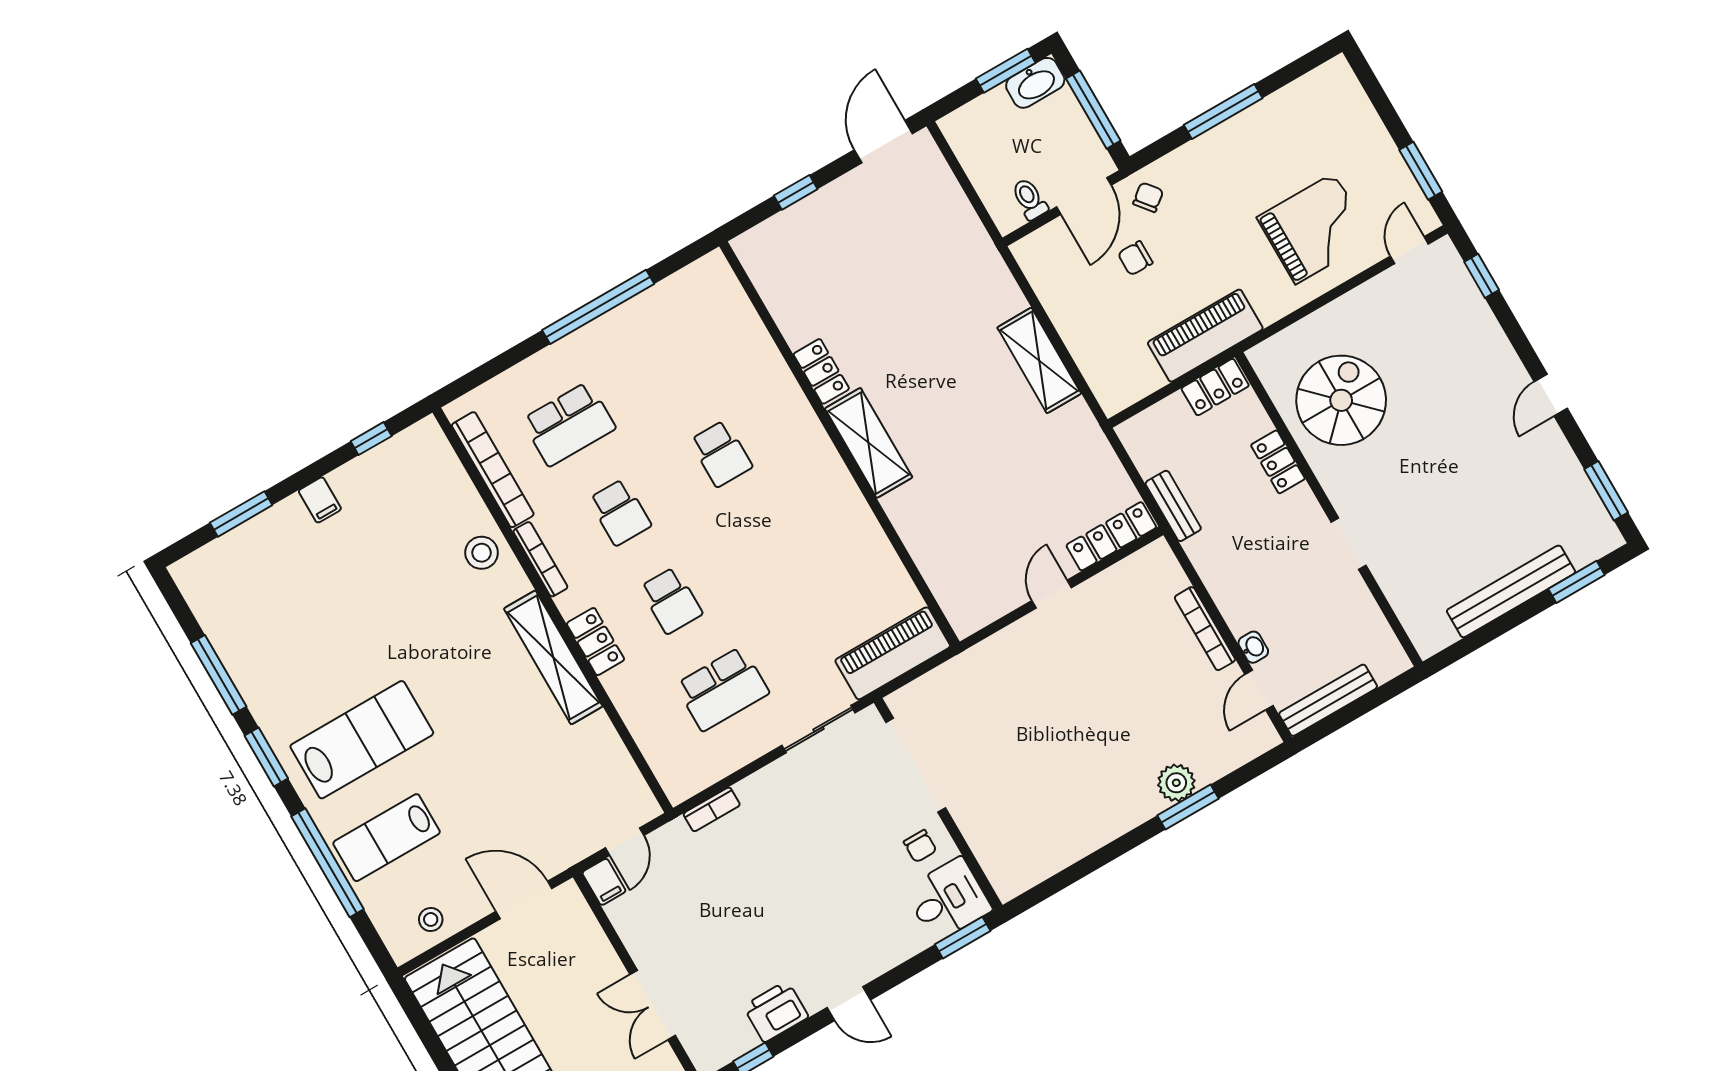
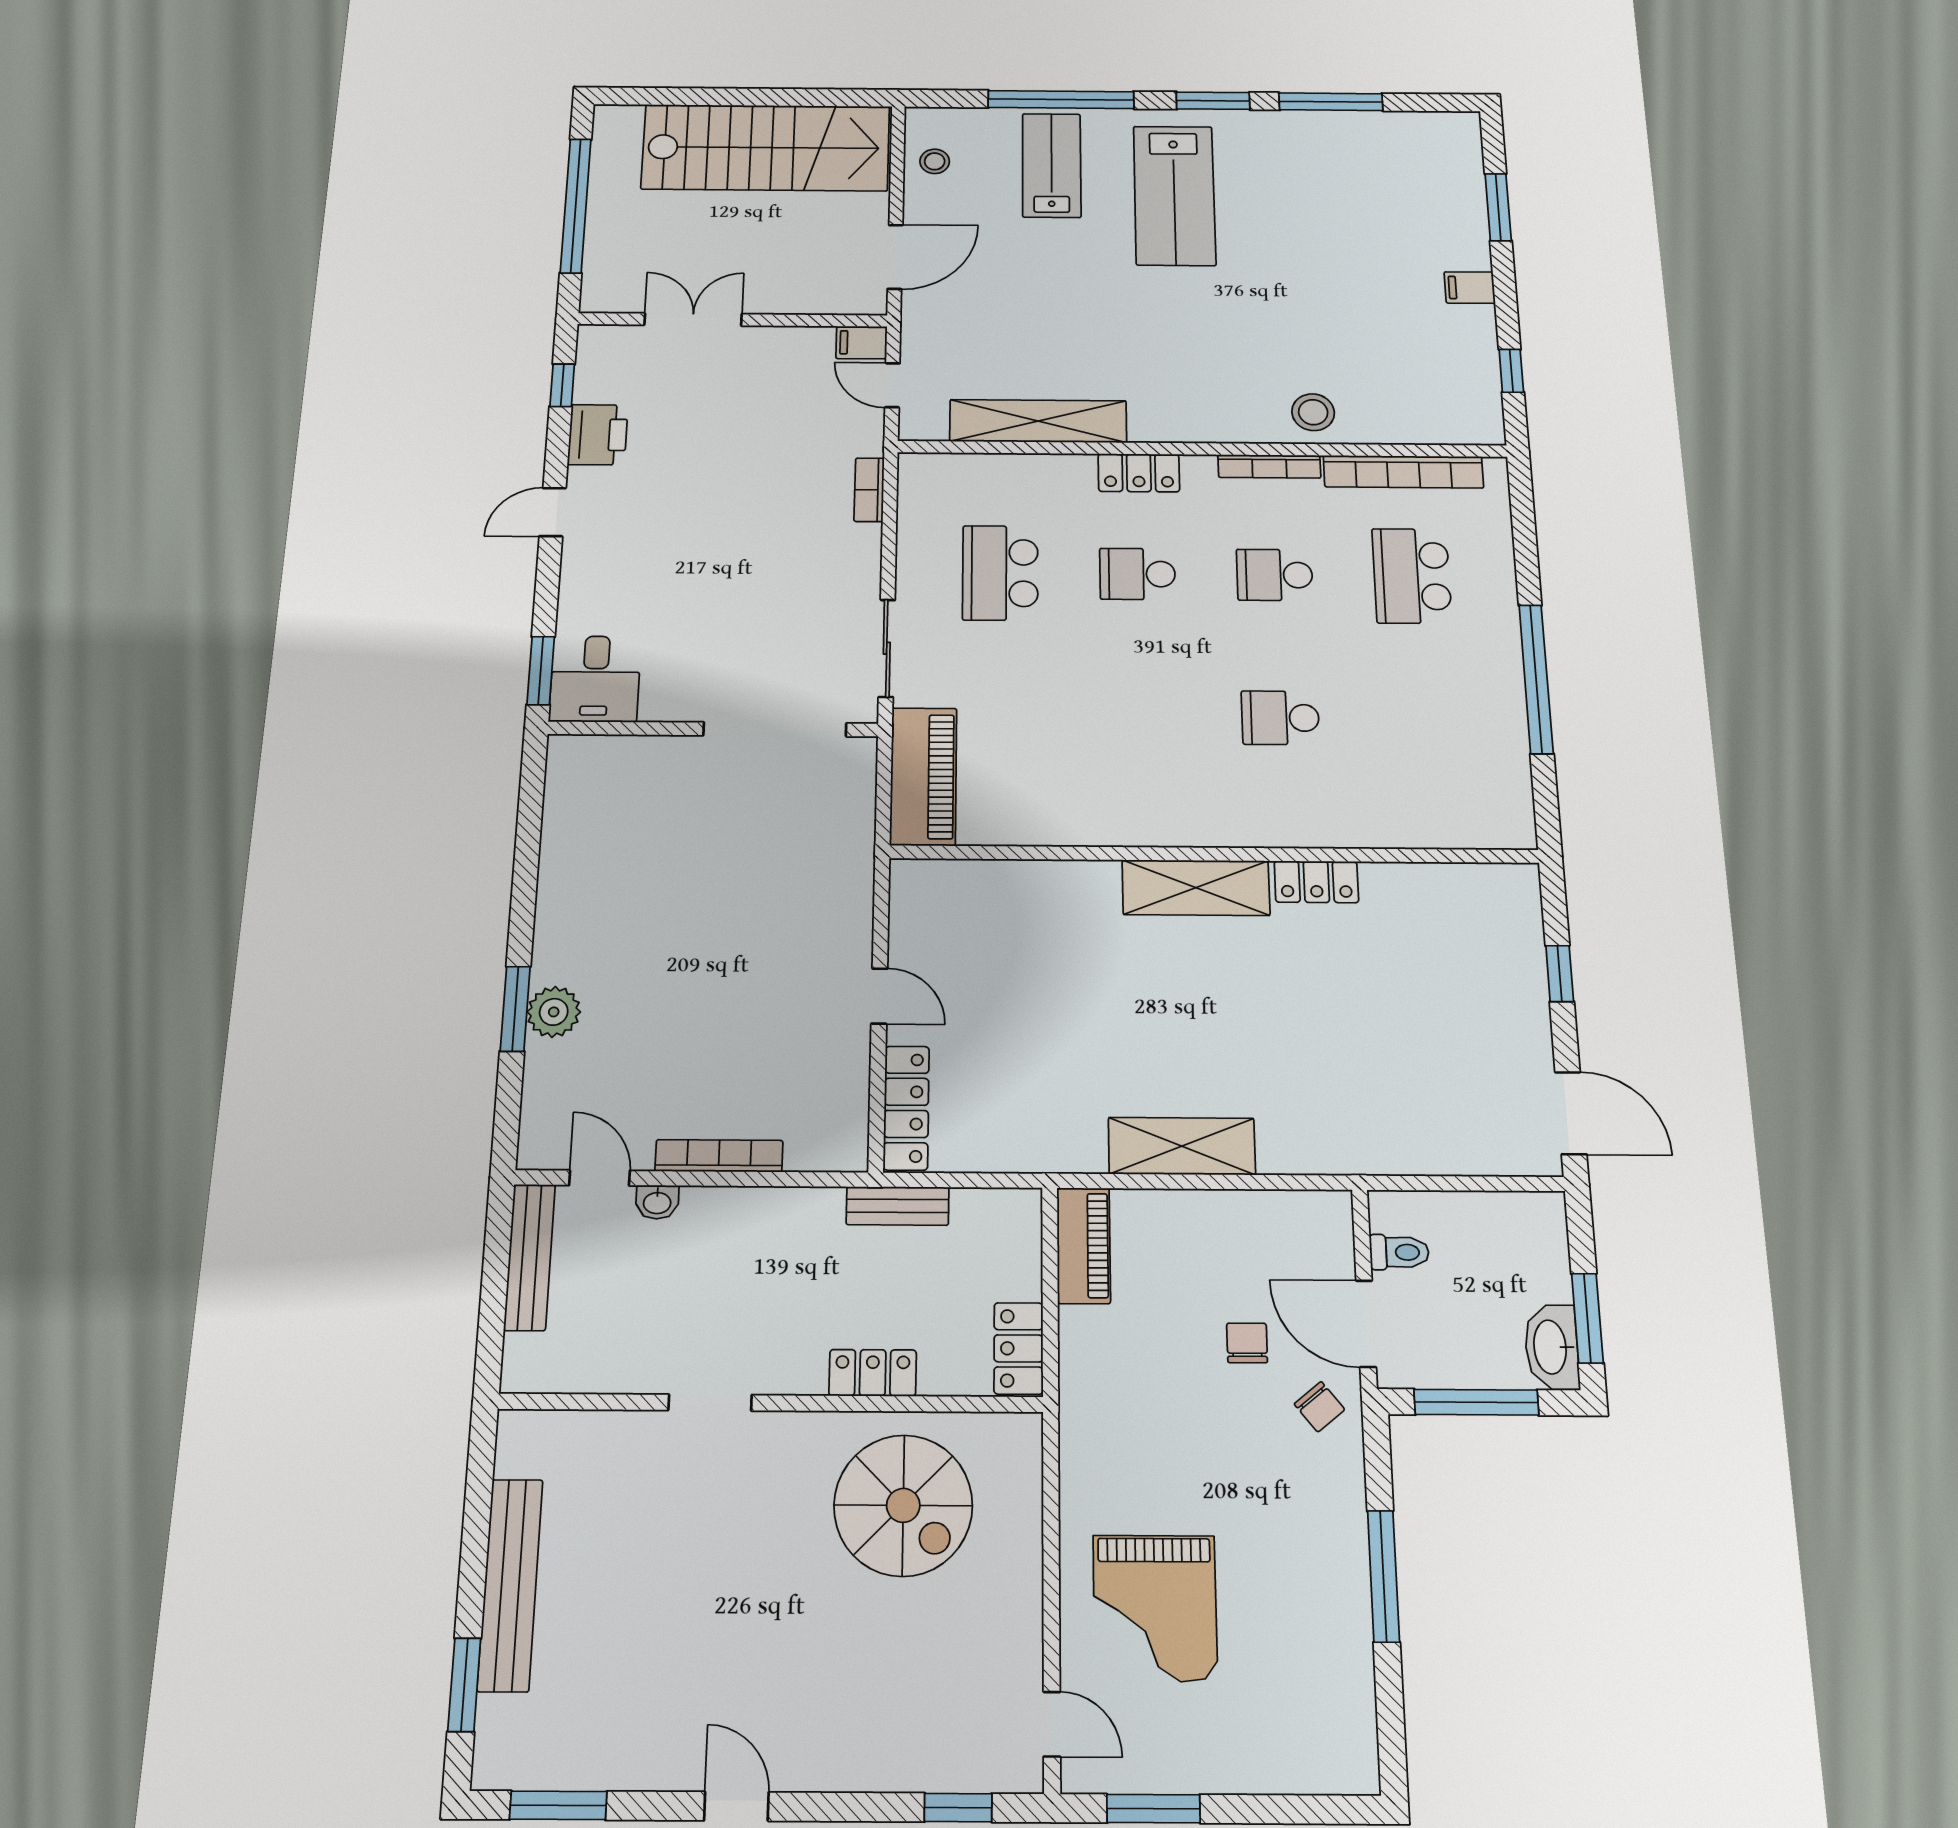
piano: (1205, 336) -> (1084, 1245), moved, width x0.73, depth x0.75
shelving: (553, 657) -> (1038, 421), moved
chair: (920, 846) -> (678, 683), removed

